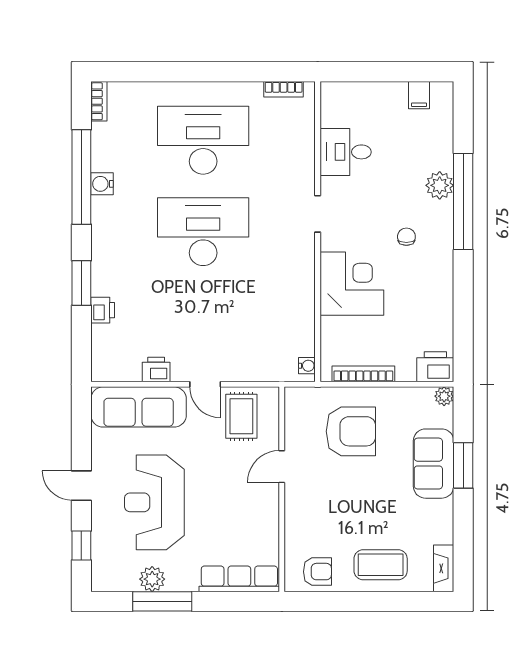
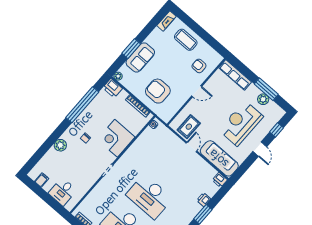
desk: (346, 152) -> (63, 192), moved, turned 90
window: (463, 202) -> (82, 105), moved
printer: (156, 370) -> (220, 180), moved
door: (282, 467) -> (197, 91), moved
reception desk: (154, 502) -> (241, 123), turned 180
armchair: (317, 572) -> (199, 66), moved

